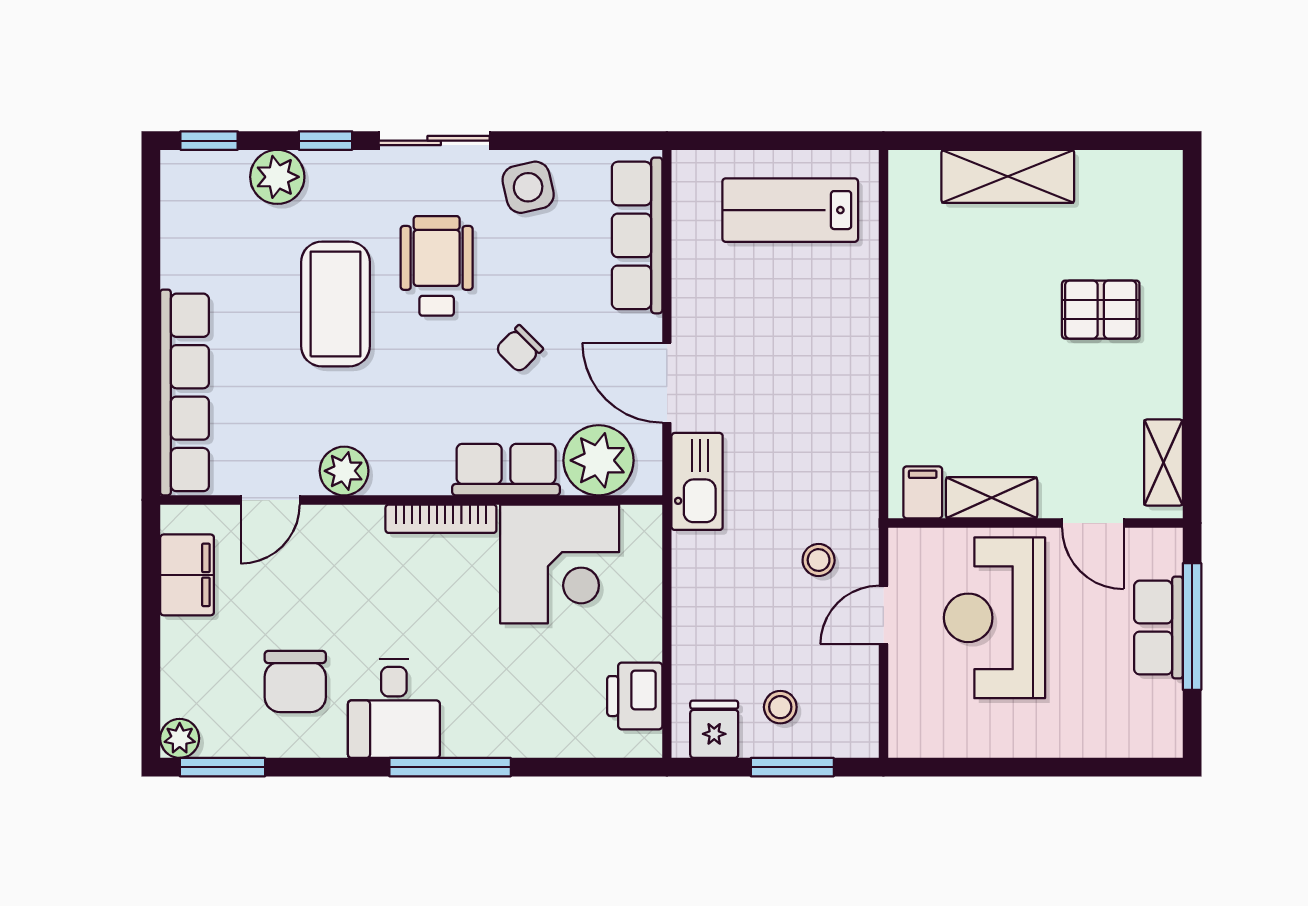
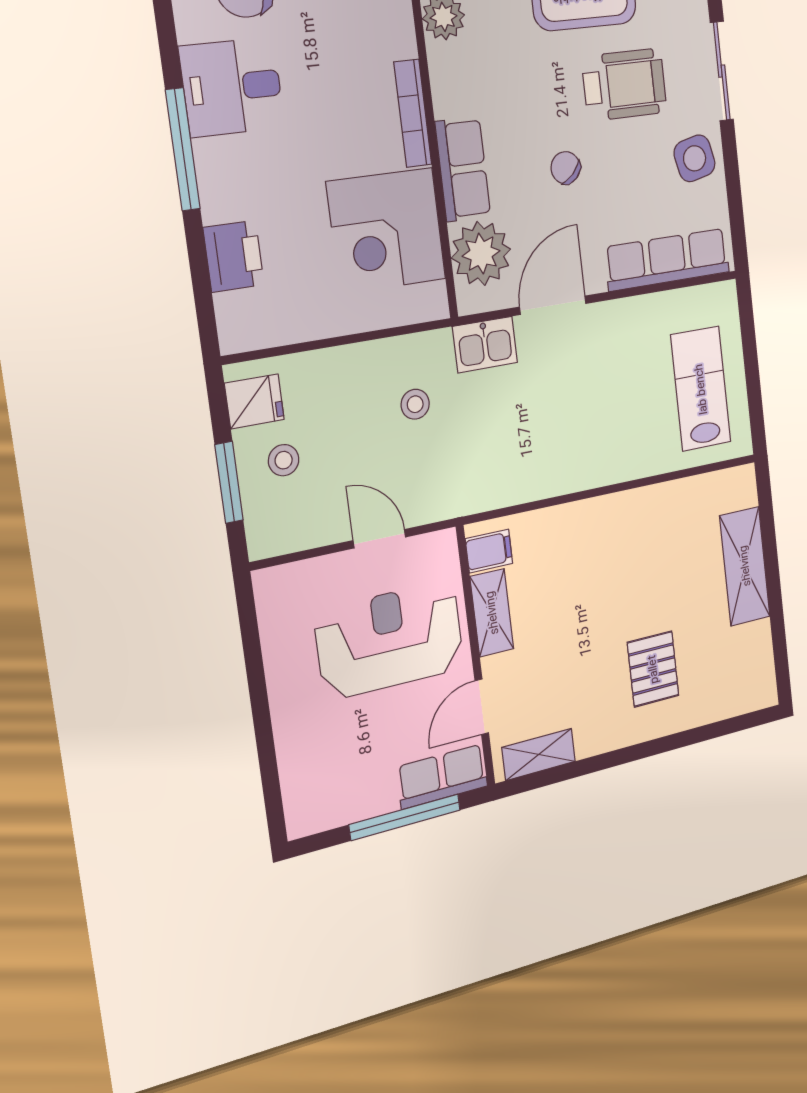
kitchen sink: (697, 481) -> (485, 345), width x0.73
stool: (819, 560) -> (415, 404), moved
row of seats: (1158, 628) -> (442, 776), moved
printer: (635, 696) -> (234, 256), moved, turned 90

